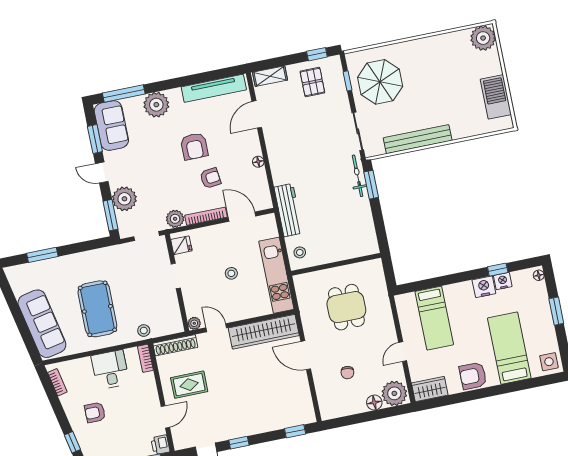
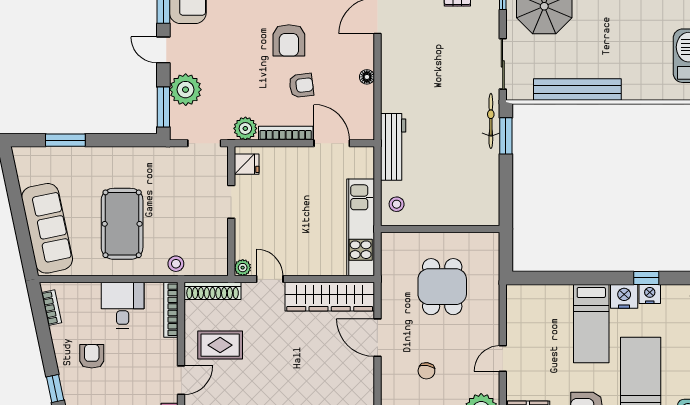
stool: (231, 273) -> (303, 213), removed
bed: (434, 318) -> (591, 324), moved
bookcase: (145, 358) -> (171, 310), width x1.56
armchair: (95, 413) -> (92, 356), turned 90

